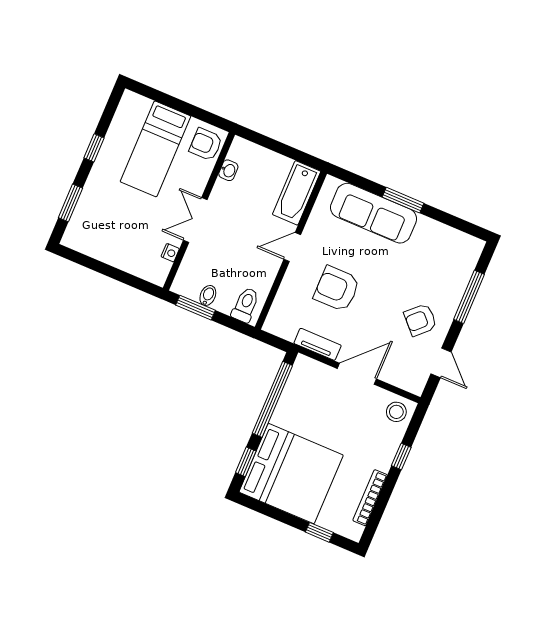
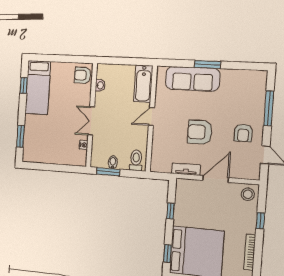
window: (94, 148) -> (24, 85), moved
bed: (155, 149) -> (38, 88), moved
armchair: (337, 289) -> (200, 132), moved
armchair: (420, 320) -> (243, 133), turned -46
window: (272, 399) -> (170, 211), width x0.32

